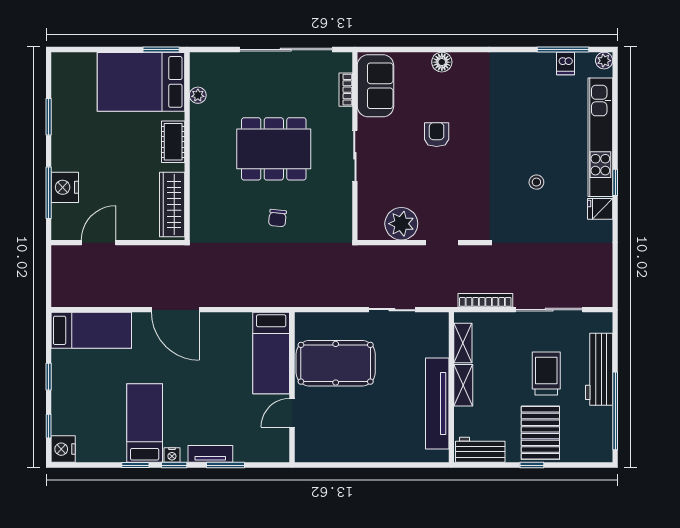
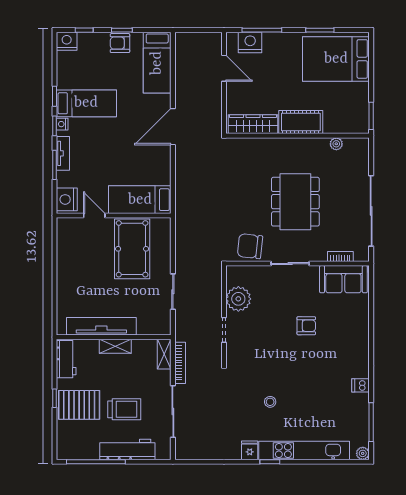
floor lamp: (442, 62) -> (362, 330), removed
dishwasher: (566, 63) -> (361, 385), moved
bed: (141, 82) -> (336, 59), moved, turned -90
cot: (173, 142) -> (301, 122), width x1.37, depth x1.34
nightstand: (65, 187) -> (250, 42), moved
chair: (277, 218) -> (250, 246), moved, width x1.87, depth x1.87
shelving: (463, 343) -> (164, 354), moved, turned 90
armchair: (66, 379) -> (120, 43), added
nightstand: (271, 449) -> (67, 199), added

